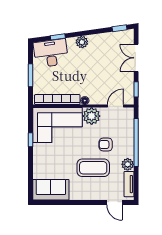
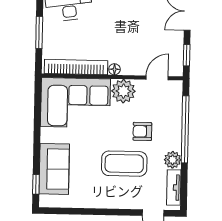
window: (30, 140) -> (36, 184), moved
sofa: (51, 190) -> (54, 169), moved, turned 90

